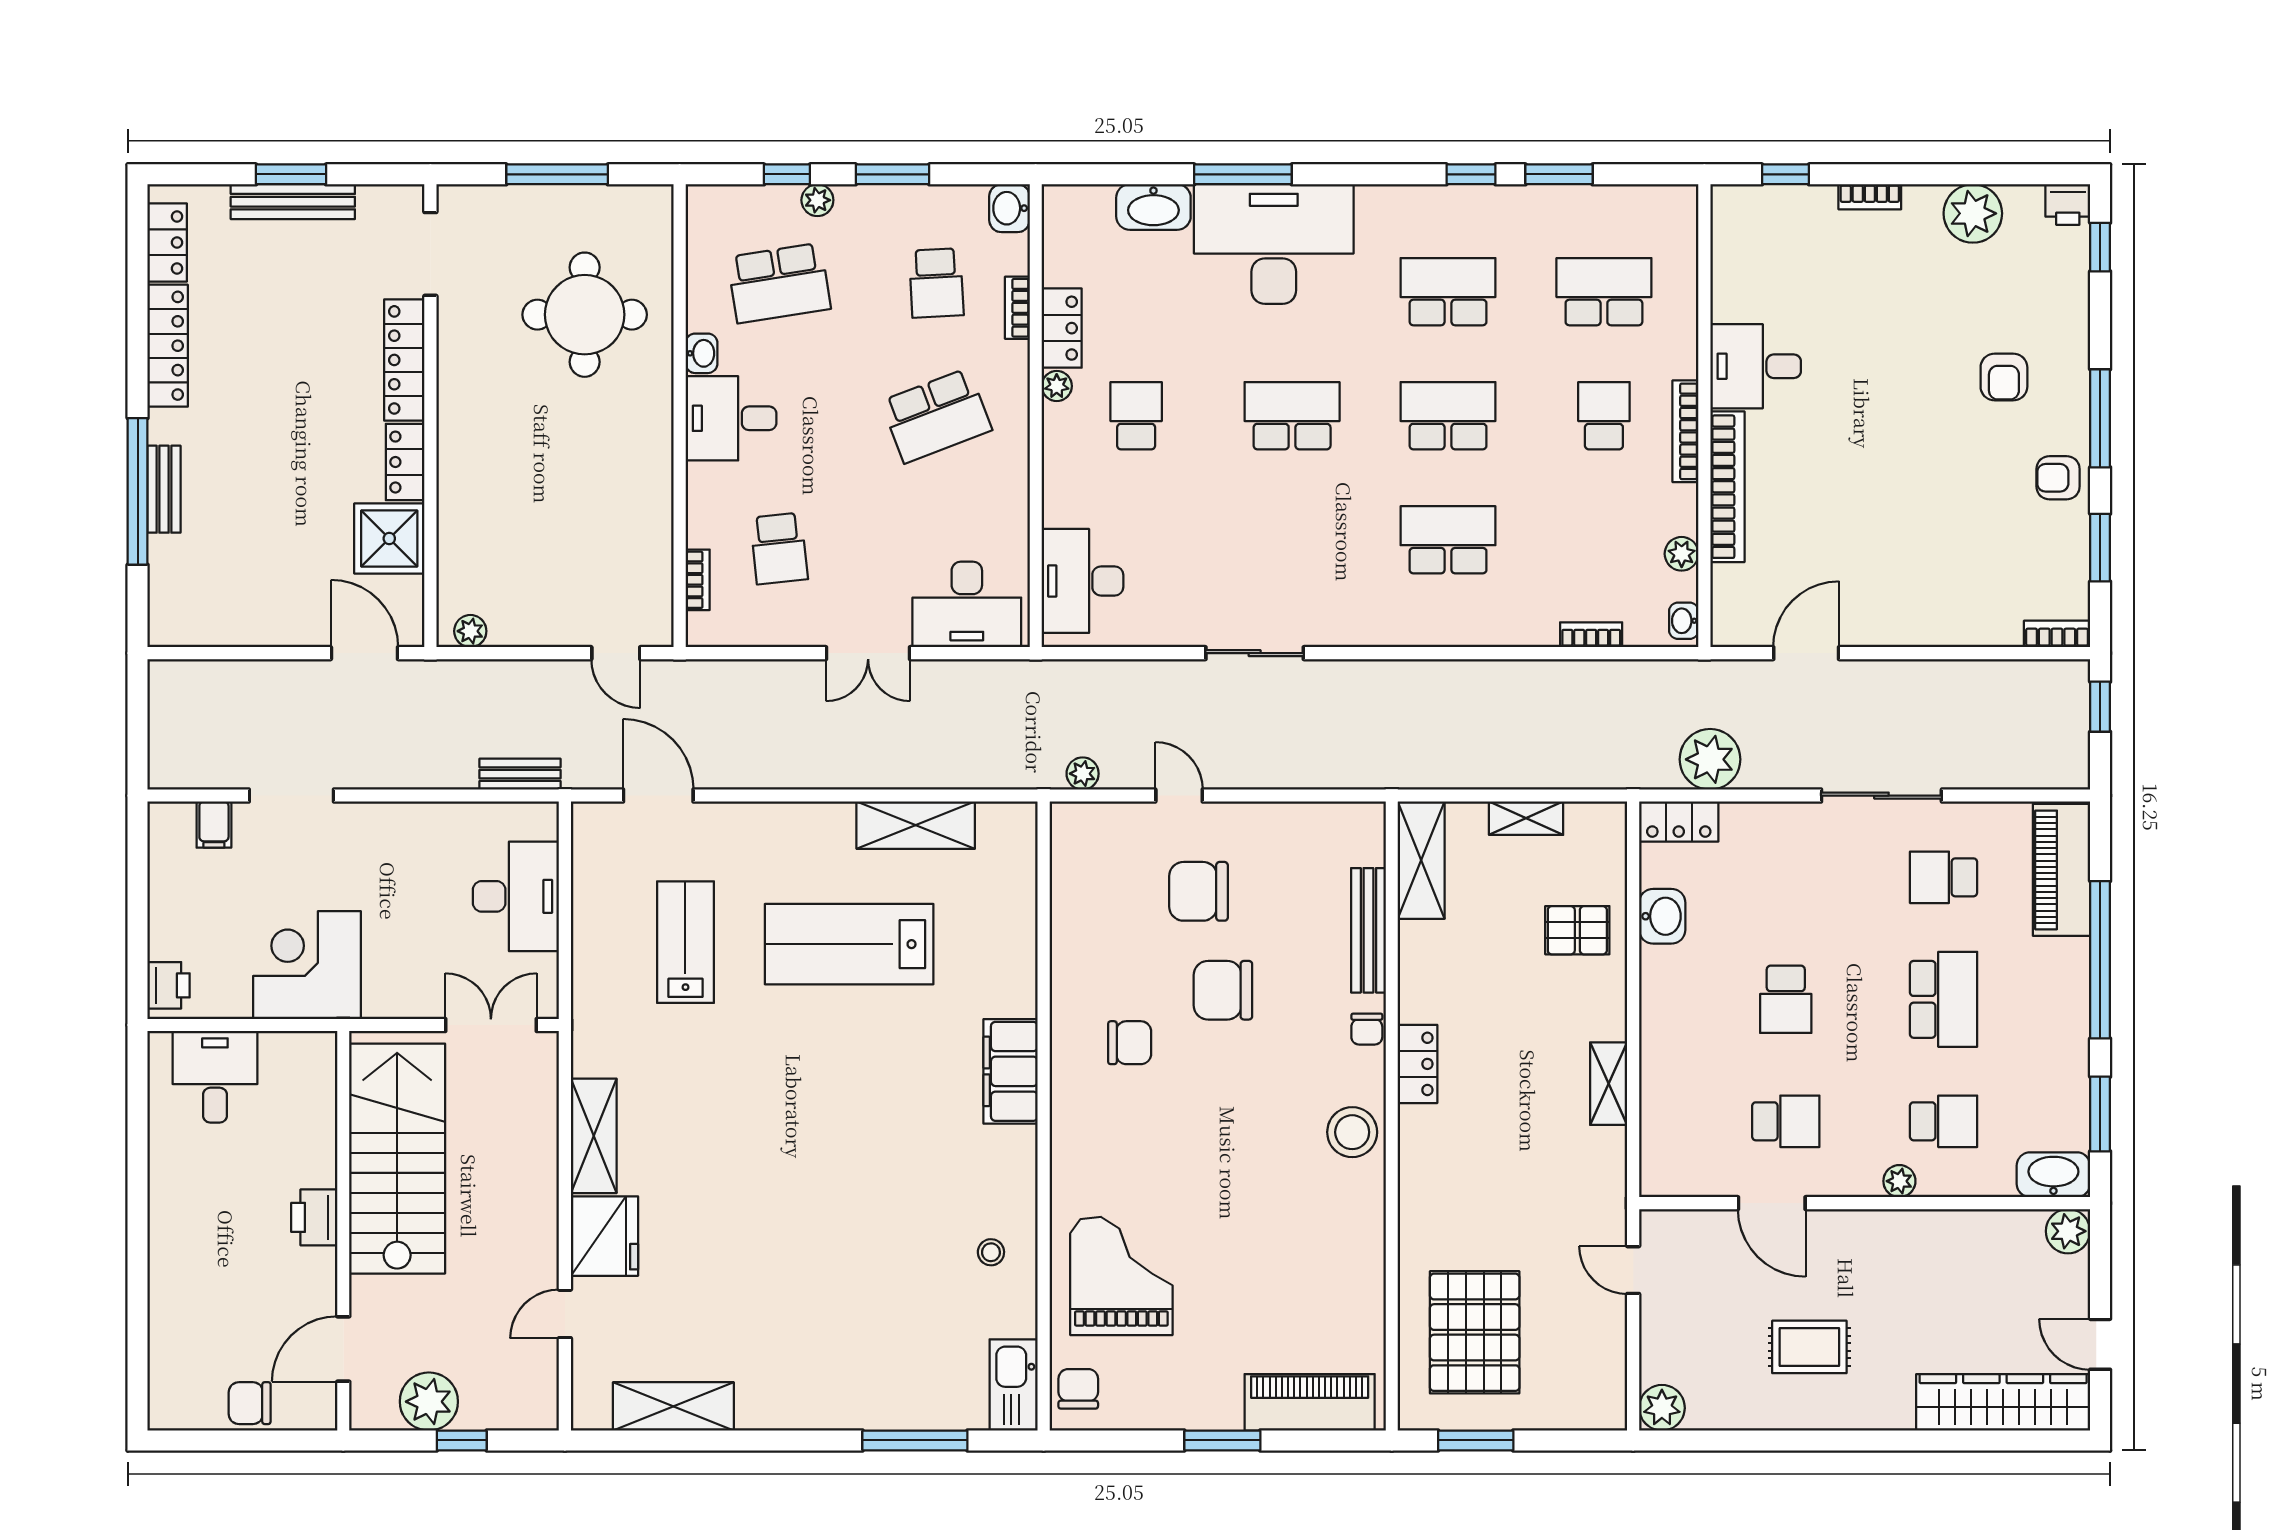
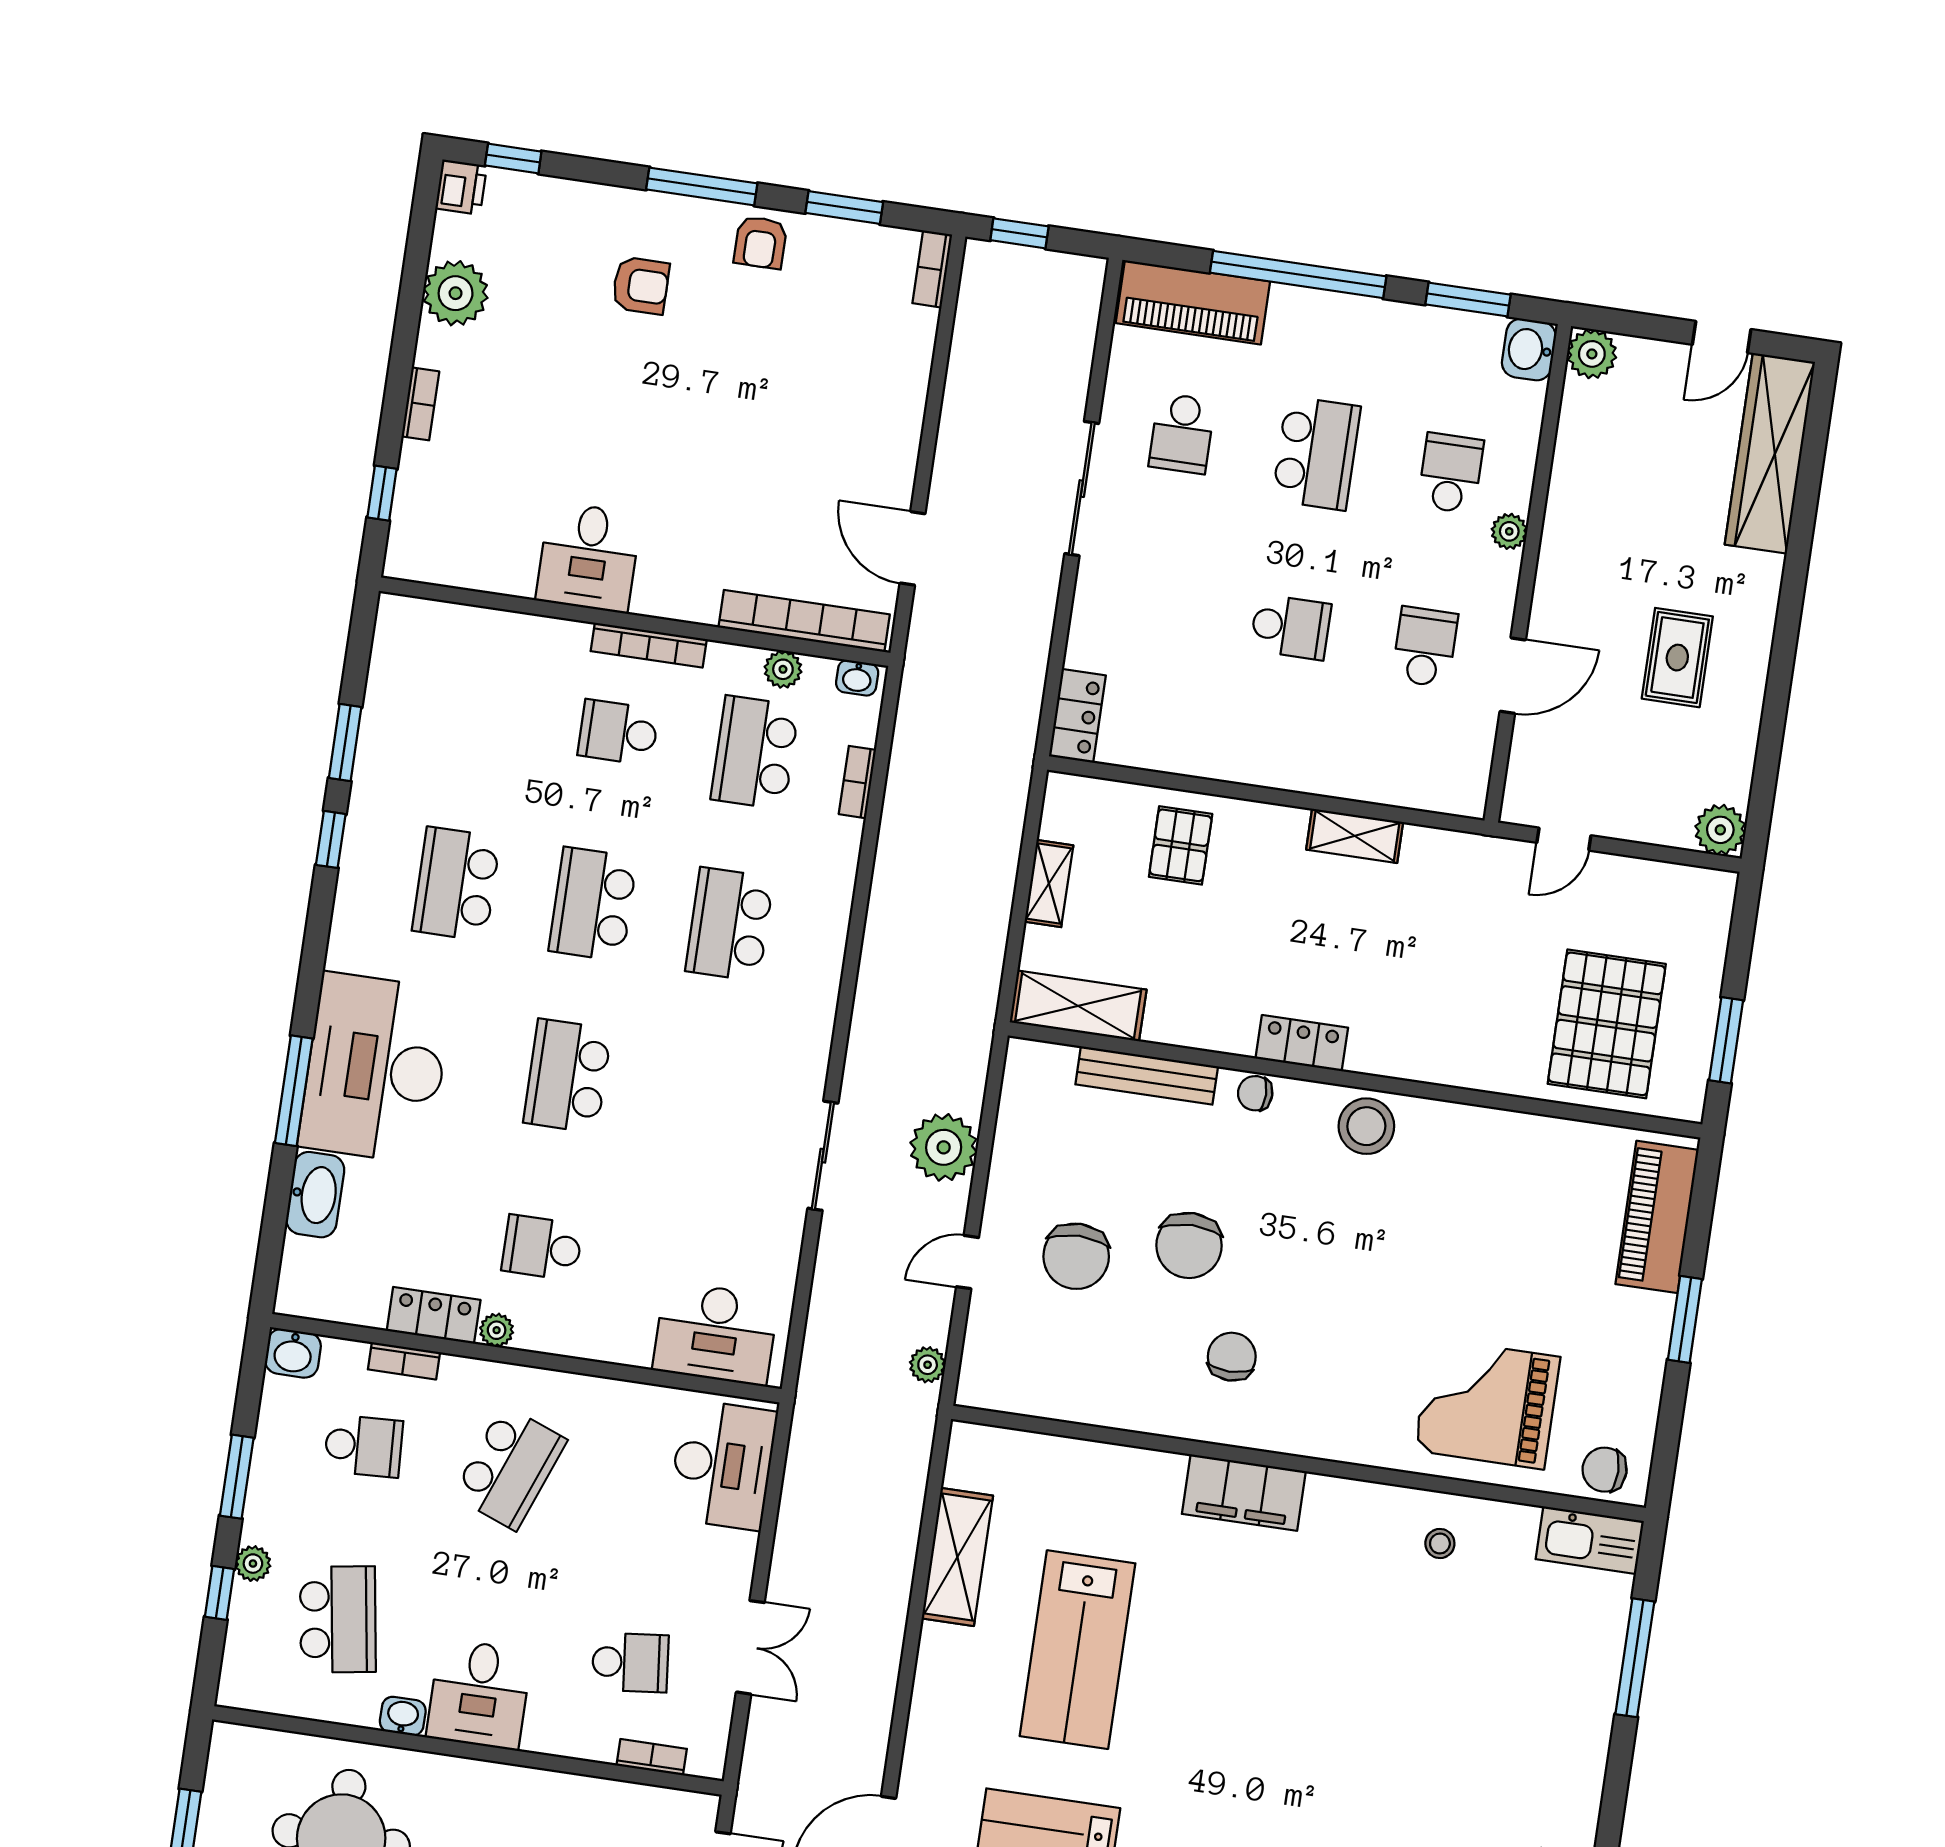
school desk: (1604, 292) -> (755, 753), moved
school desk: (936, 416) -> (510, 1468), turned 42
bookcase: (1727, 487) -> (804, 621), moved
double door: (868, 653) -> (750, 1647), moved
plant: (1710, 759) -> (944, 1147), moved
washbasin: (1662, 916) -> (1179, 750), removed
school desk: (1944, 999) -> (1316, 453), turned 90
chair: (1367, 1029) -> (1255, 1093), turned 180
washbasin: (2053, 1175) -> (1529, 350), width x0.72
pallet: (1475, 1332) -> (1607, 1024), turned 90

